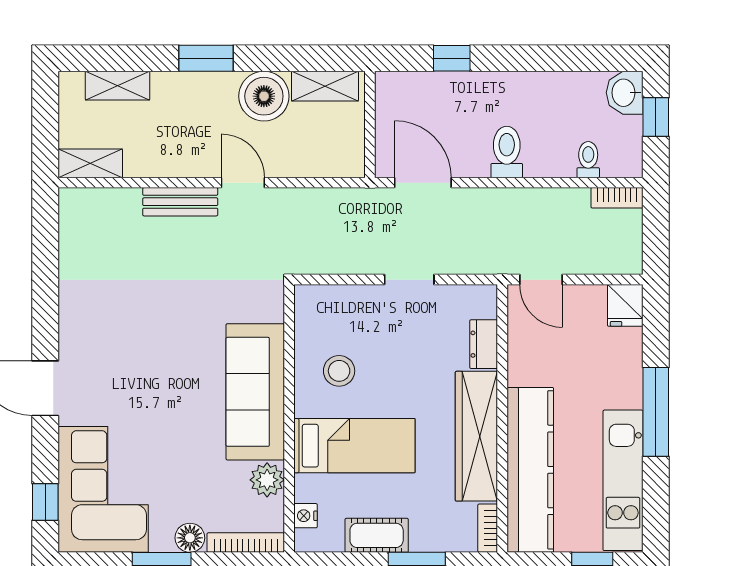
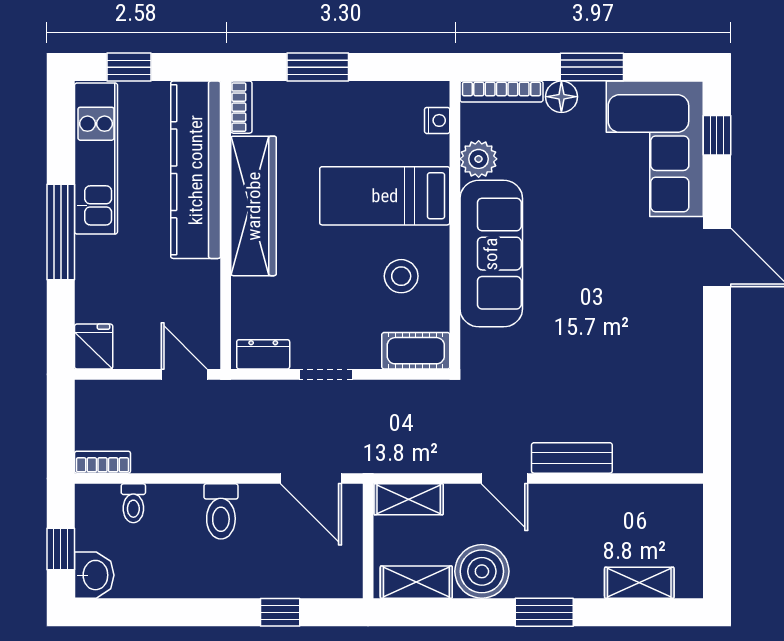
shelving: (90, 163) -> (409, 499), moved
dresser: (484, 344) -> (263, 354), moved, turned -90
cot: (377, 535) -> (416, 351), moved

